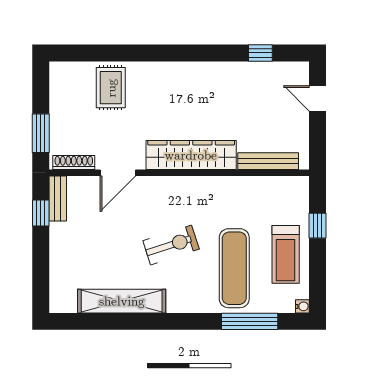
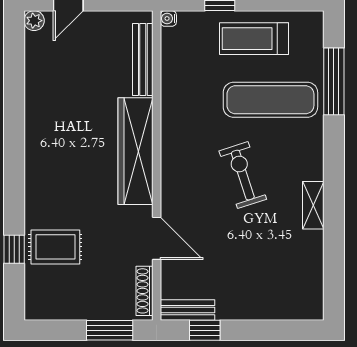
window: (260, 53) -> (14, 249), moved
plant: (301, 70) -> (34, 21), added
treadmill: (286, 254) -> (254, 39), turned 180
shelving: (122, 301) -> (313, 205), width x0.45, depth x0.75
water cooler: (302, 306) -> (168, 19), moved, turned -90

